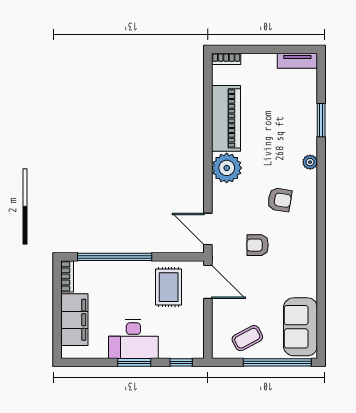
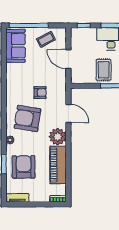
armchair: (286, 115) -> (24, 167), added
armchair: (280, 200) -> (27, 118), width x1.88, depth x1.88
door: (208, 229) -> (68, 113), moved
door: (208, 282) -> (68, 59), moved
rug: (169, 287) -> (104, 70), moved

